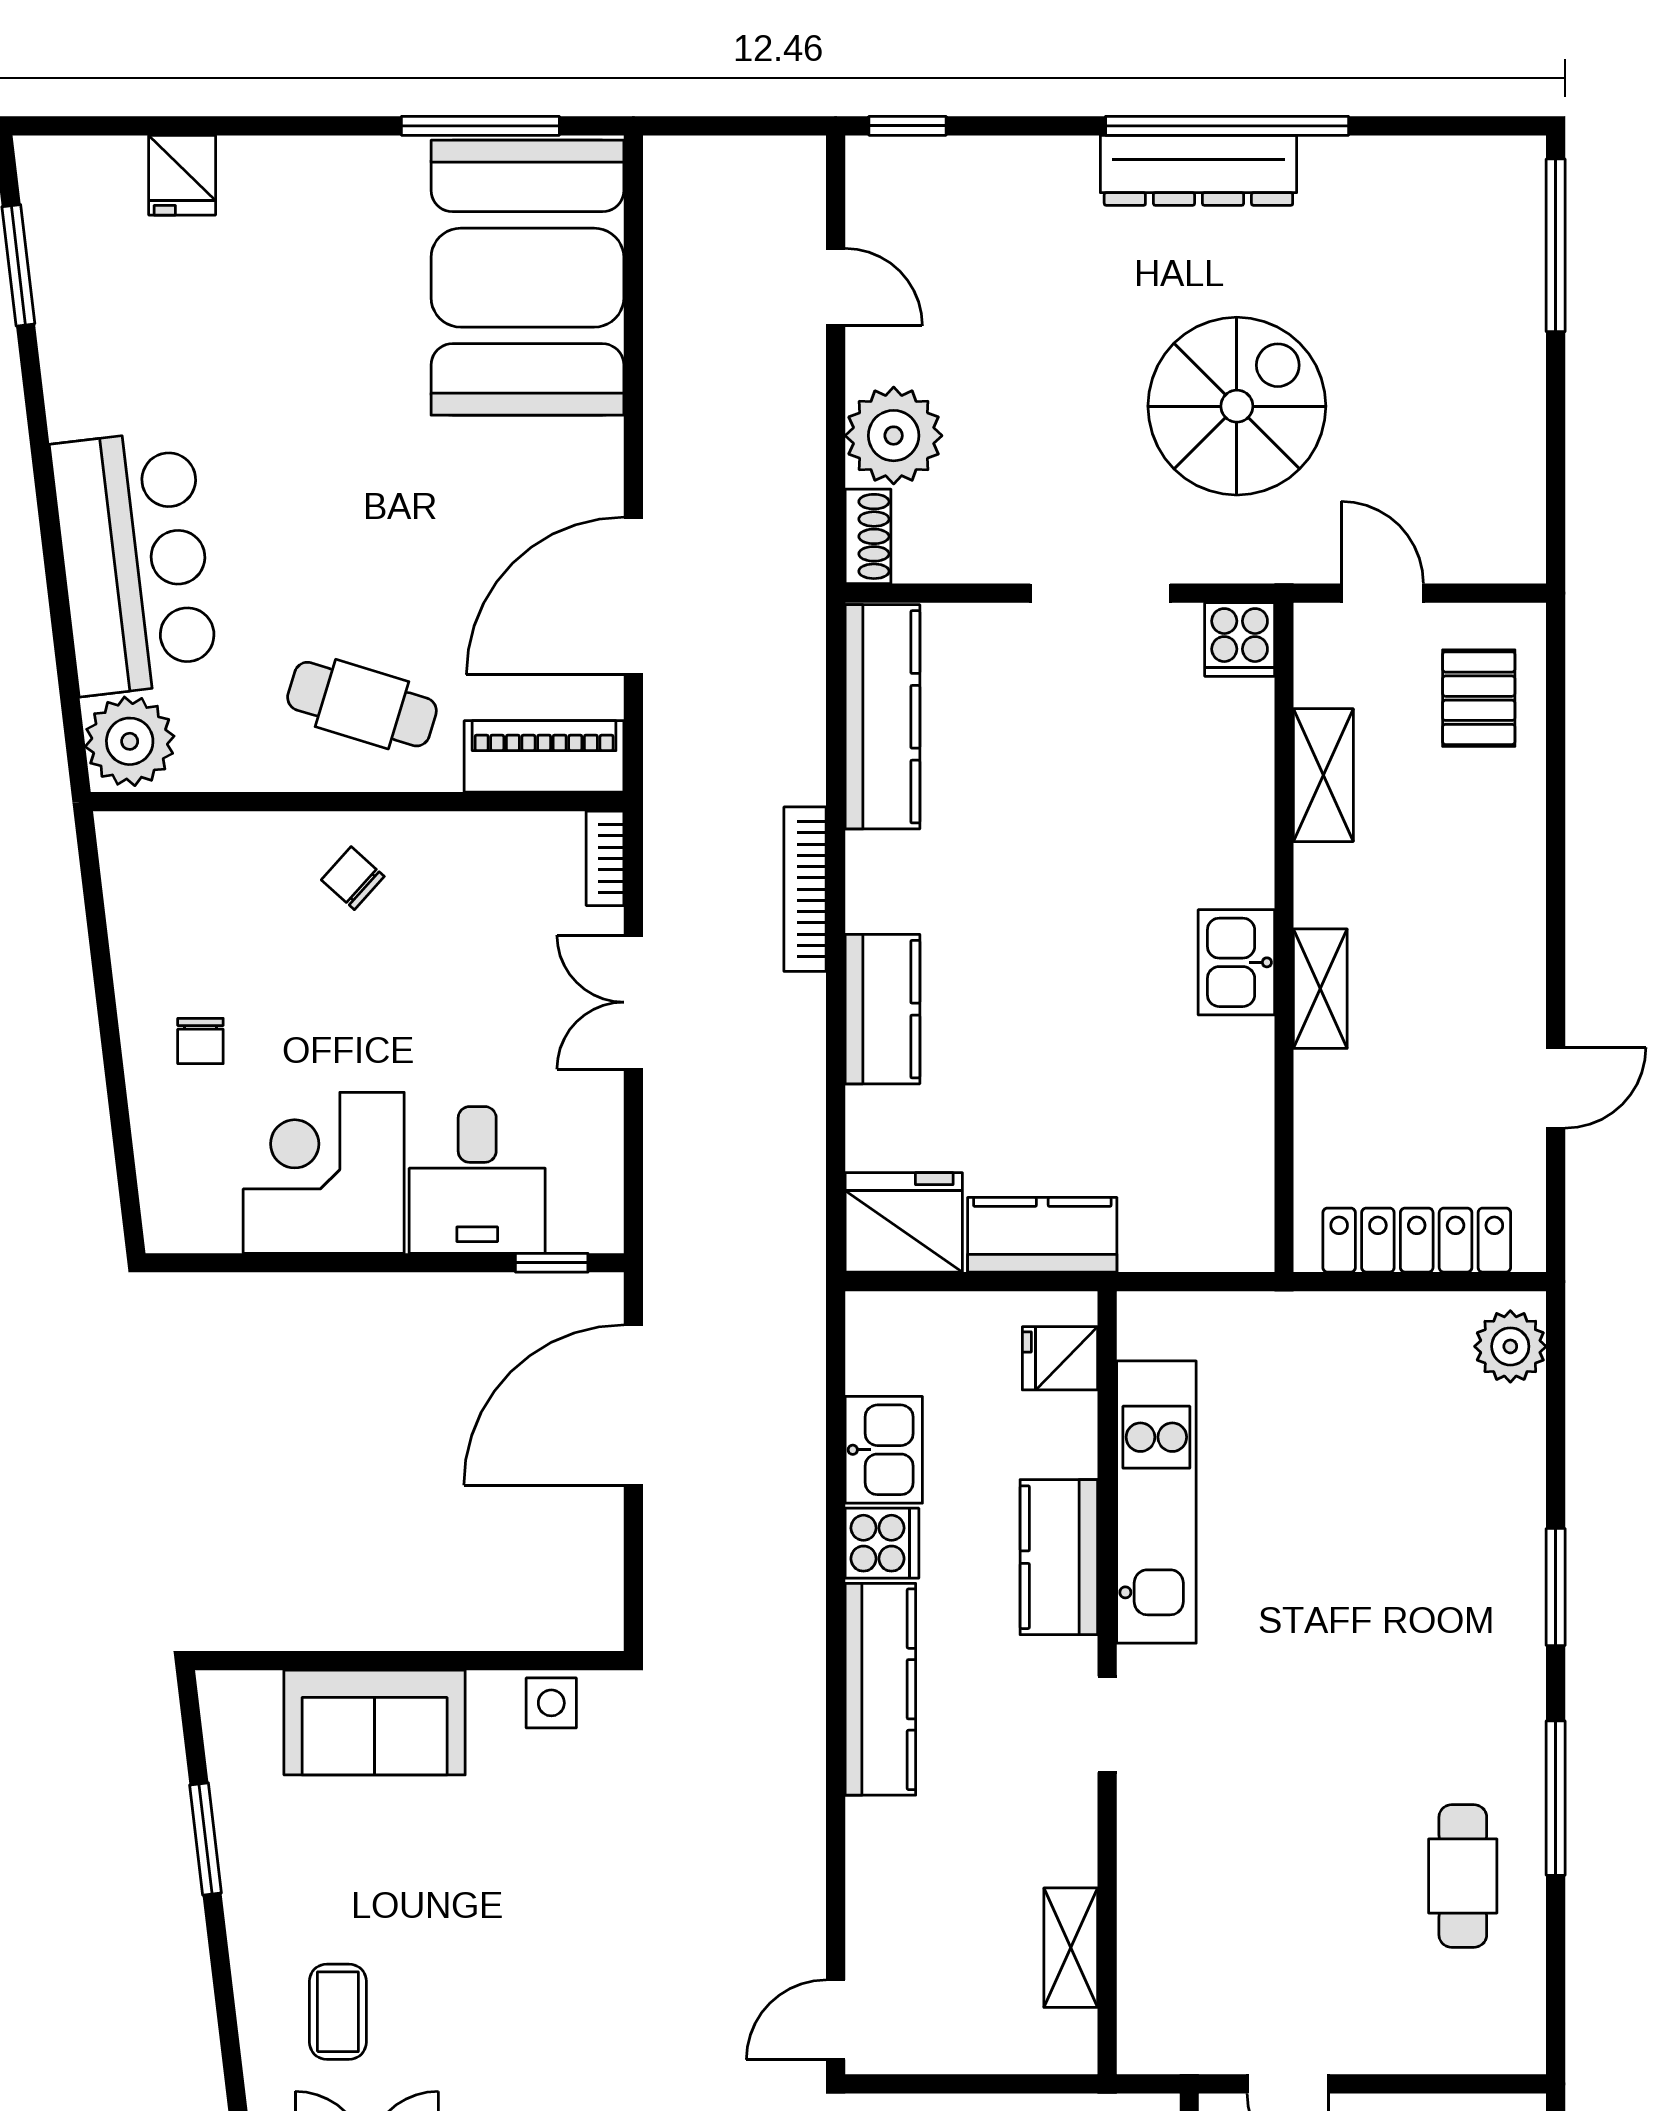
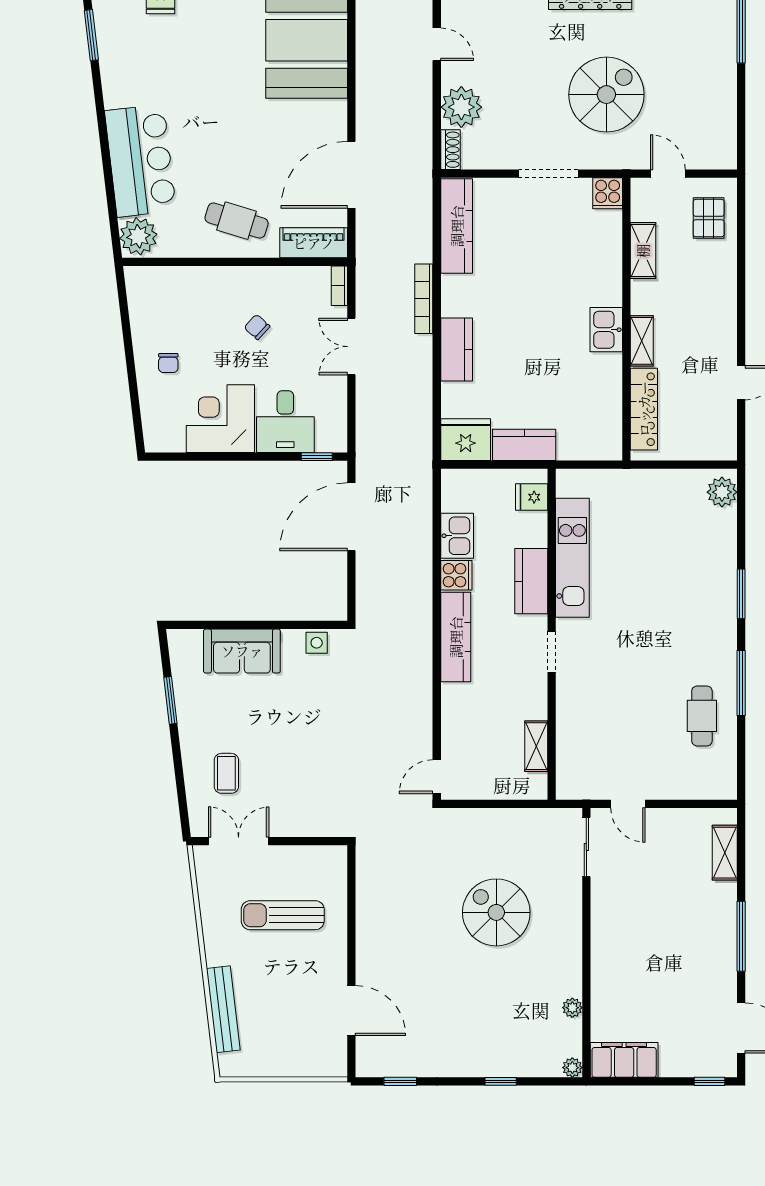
chair: (353, 878) -> (257, 327), moved
locker: (1417, 1240) -> (644, 409), moved, turned 90

